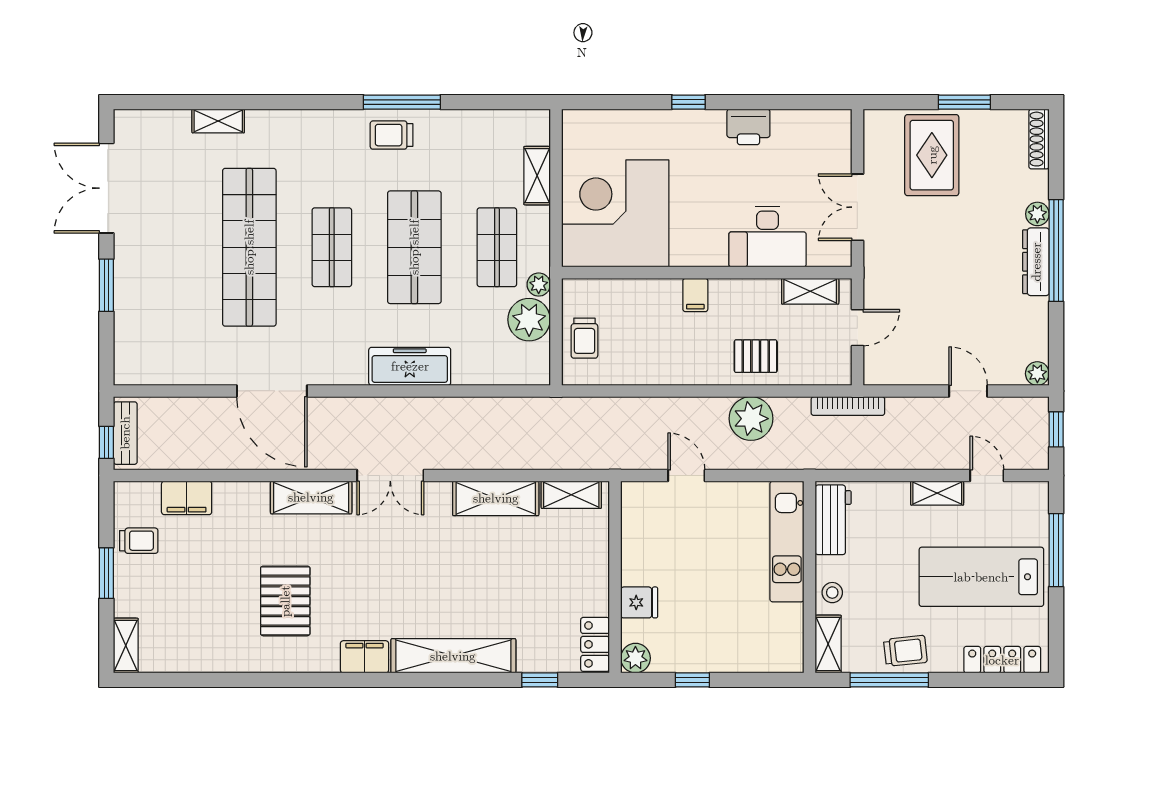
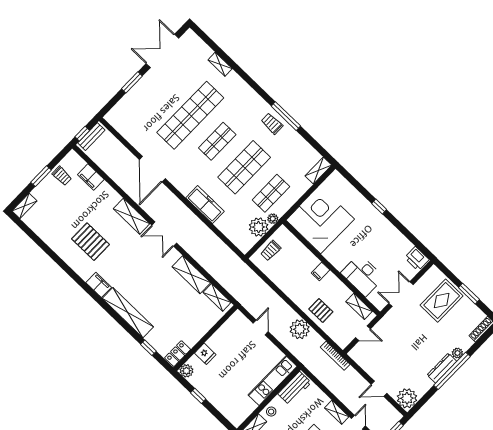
printer: (748, 127) -> (417, 259), moved
shelving: (537, 176) -> (318, 171), moved
plant: (1037, 374) -> (407, 398), width x1.87, depth x1.87
door: (968, 391) -> (379, 389), swing flipped
pallet: (285, 601) -> (90, 242), turned 90

